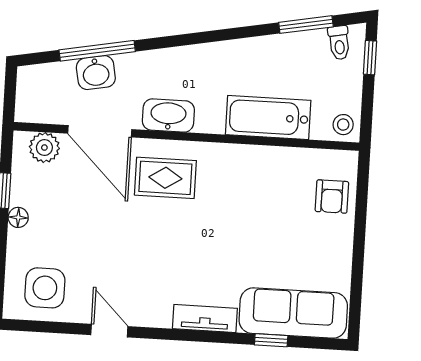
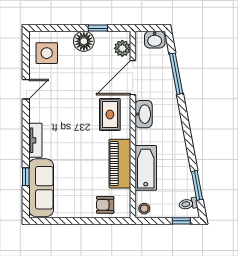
washbasin: (96, 73) -> (155, 40), moved, turned -79
piano: (257, 165) -> (120, 164), added
floor lamp: (18, 217) -> (84, 41), width x1.89, depth x1.89

